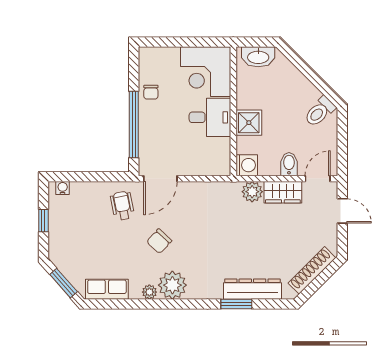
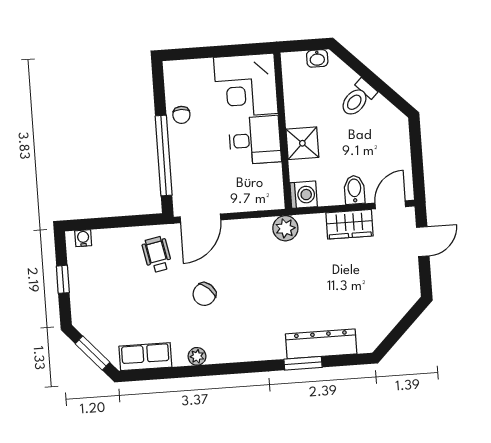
washbasin: (258, 57) -> (317, 58), width x0.52, depth x0.69
toilet: (320, 112) -> (358, 98), moved
plant: (252, 192) -> (285, 228), moved
door: (342, 211) -> (423, 242), hinge flipped
shoe rack: (312, 270) -> (391, 316), removed
plant: (172, 285) -> (224, 346), removed

